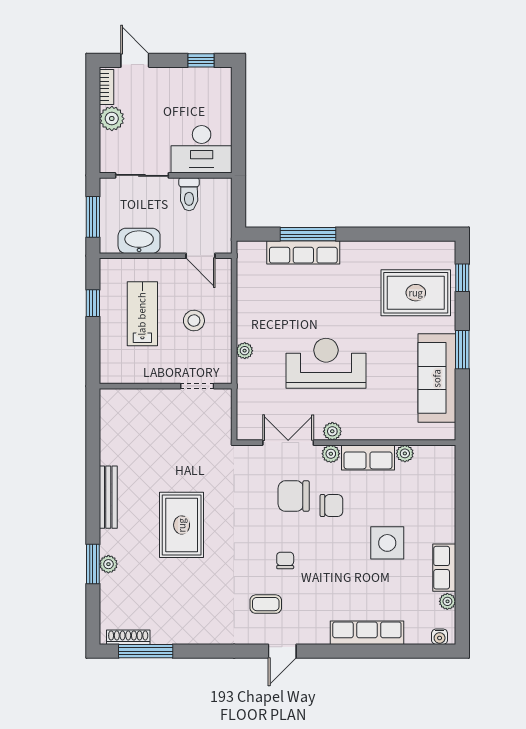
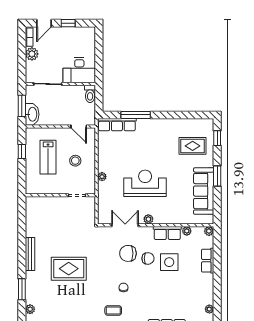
door: (135, 60) -> (44, 23), swing flipped
window: (201, 60) -> (68, 23), moved
toilet: (189, 194) -> (90, 94), moved
washbasin: (139, 241) -> (32, 114), moved, turned 90
row of seats: (303, 252) -> (117, 125), moved
rug: (416, 293) -> (193, 146), width x0.73, depth x0.70
lab bench: (142, 314) -> (48, 157), turned 180
plant: (331, 454) -> (209, 231), moved
rug: (182, 525) -> (69, 269), turned 90
side table: (387, 543) -> (169, 262), moved
plant: (108, 564) -> (30, 309), moved
row of seats: (444, 568) -> (208, 261), moved

